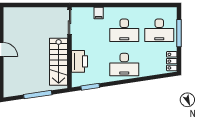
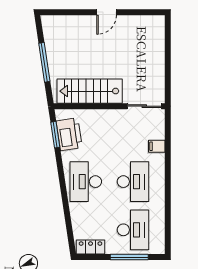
desk: (124, 30) -> (133, 182), turned 180
desk: (159, 30) -> (133, 230), turned 180
printer: (80, 61) -> (69, 134), moved, turned -99

